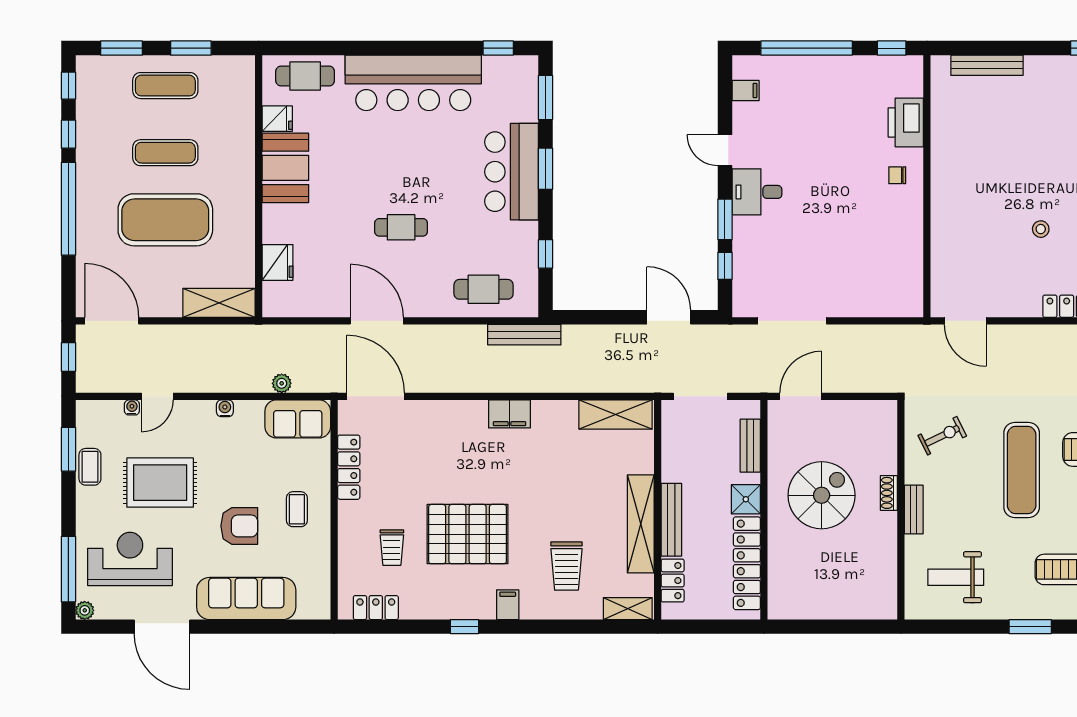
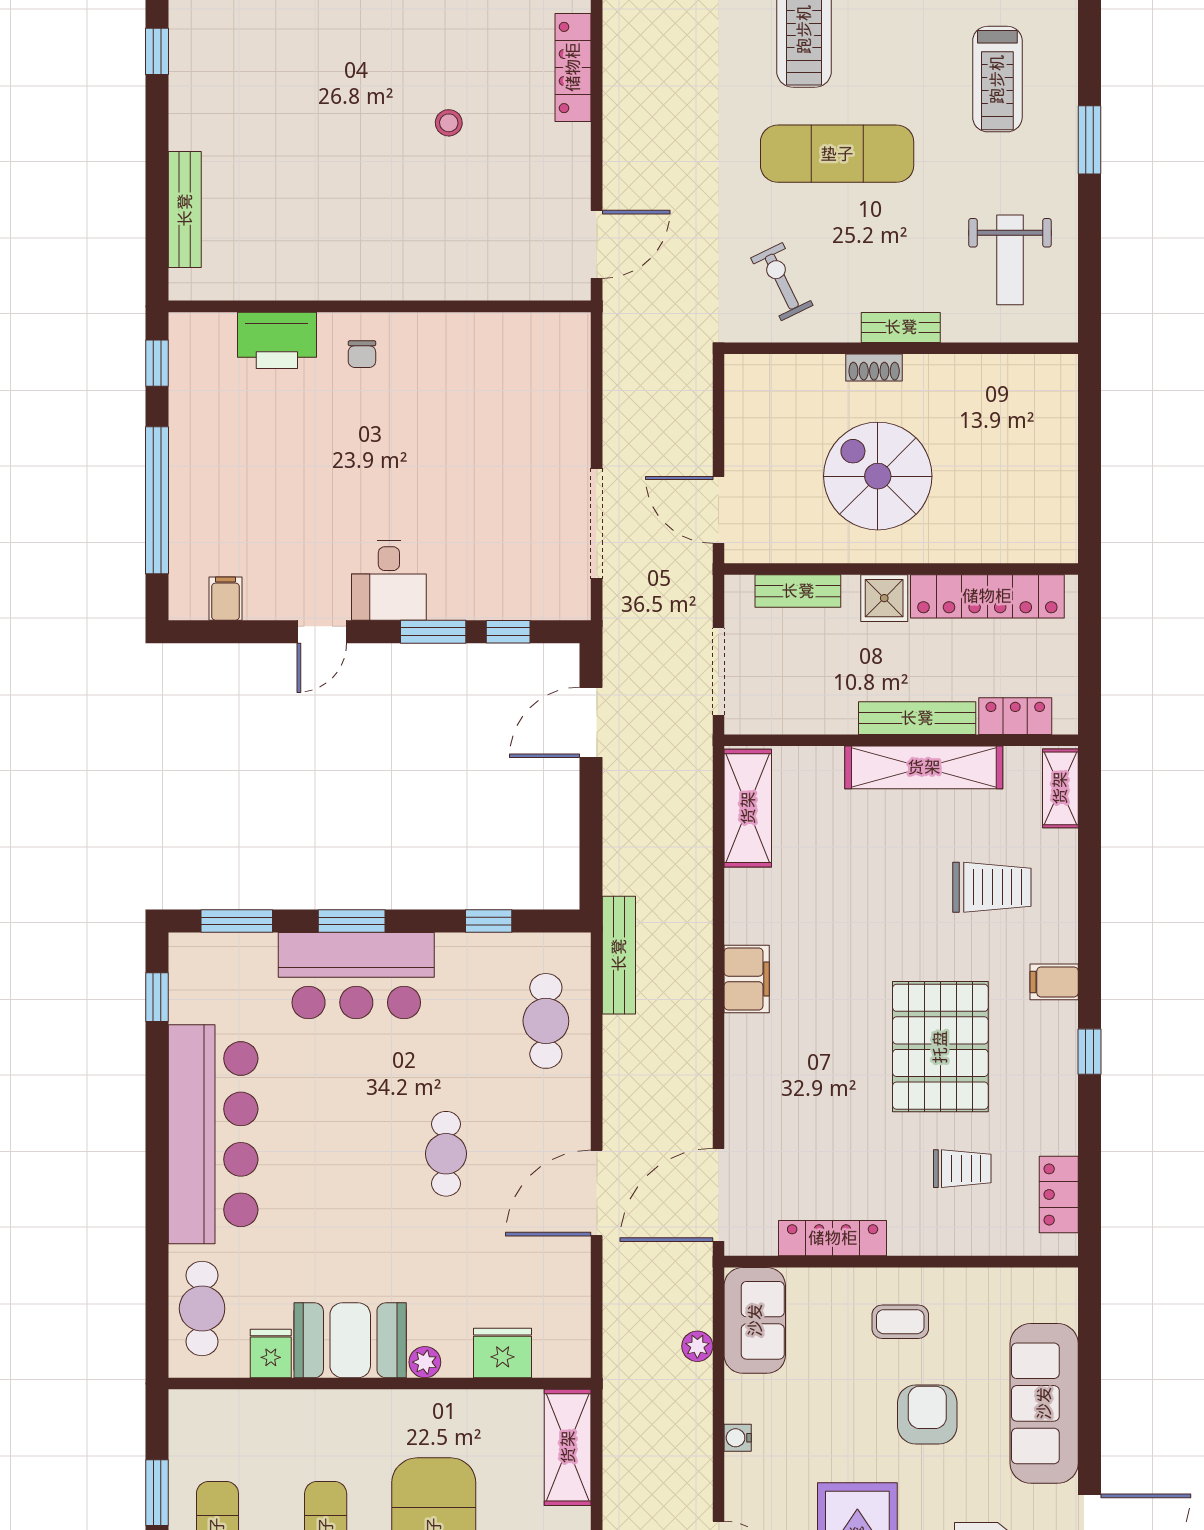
plant: (272, 214) -> (425, 1362), added

